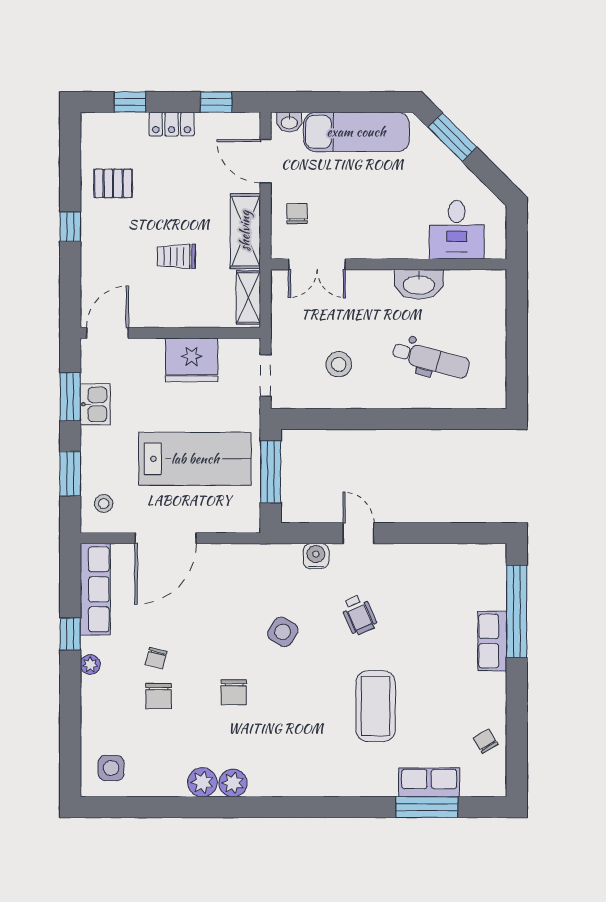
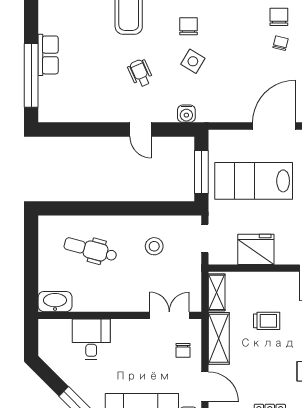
desk: (457, 230) -> (91, 339), moved
washbasin: (419, 284) -> (55, 302), moved
water cooler: (316, 556) -> (186, 114), moved
chair: (234, 692) -> (189, 26), moved

